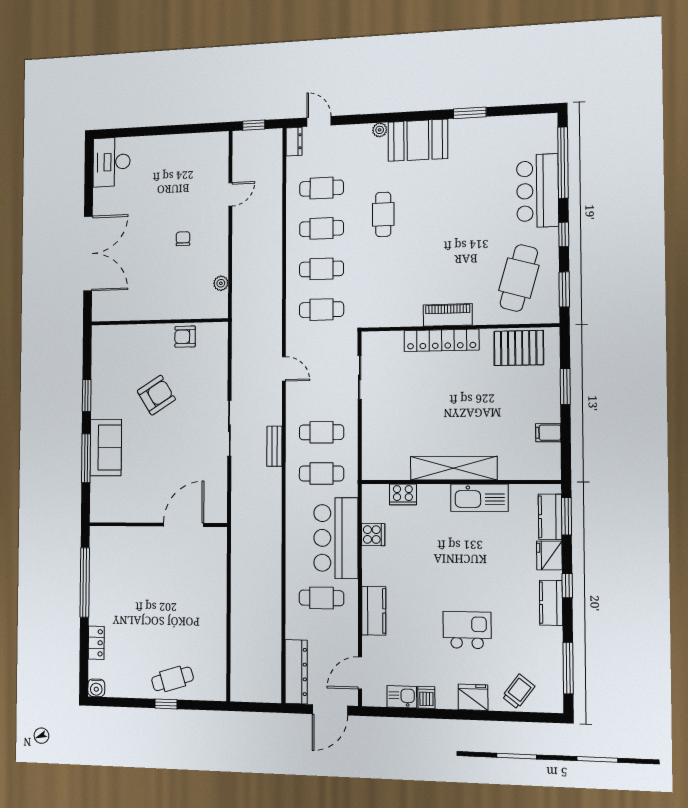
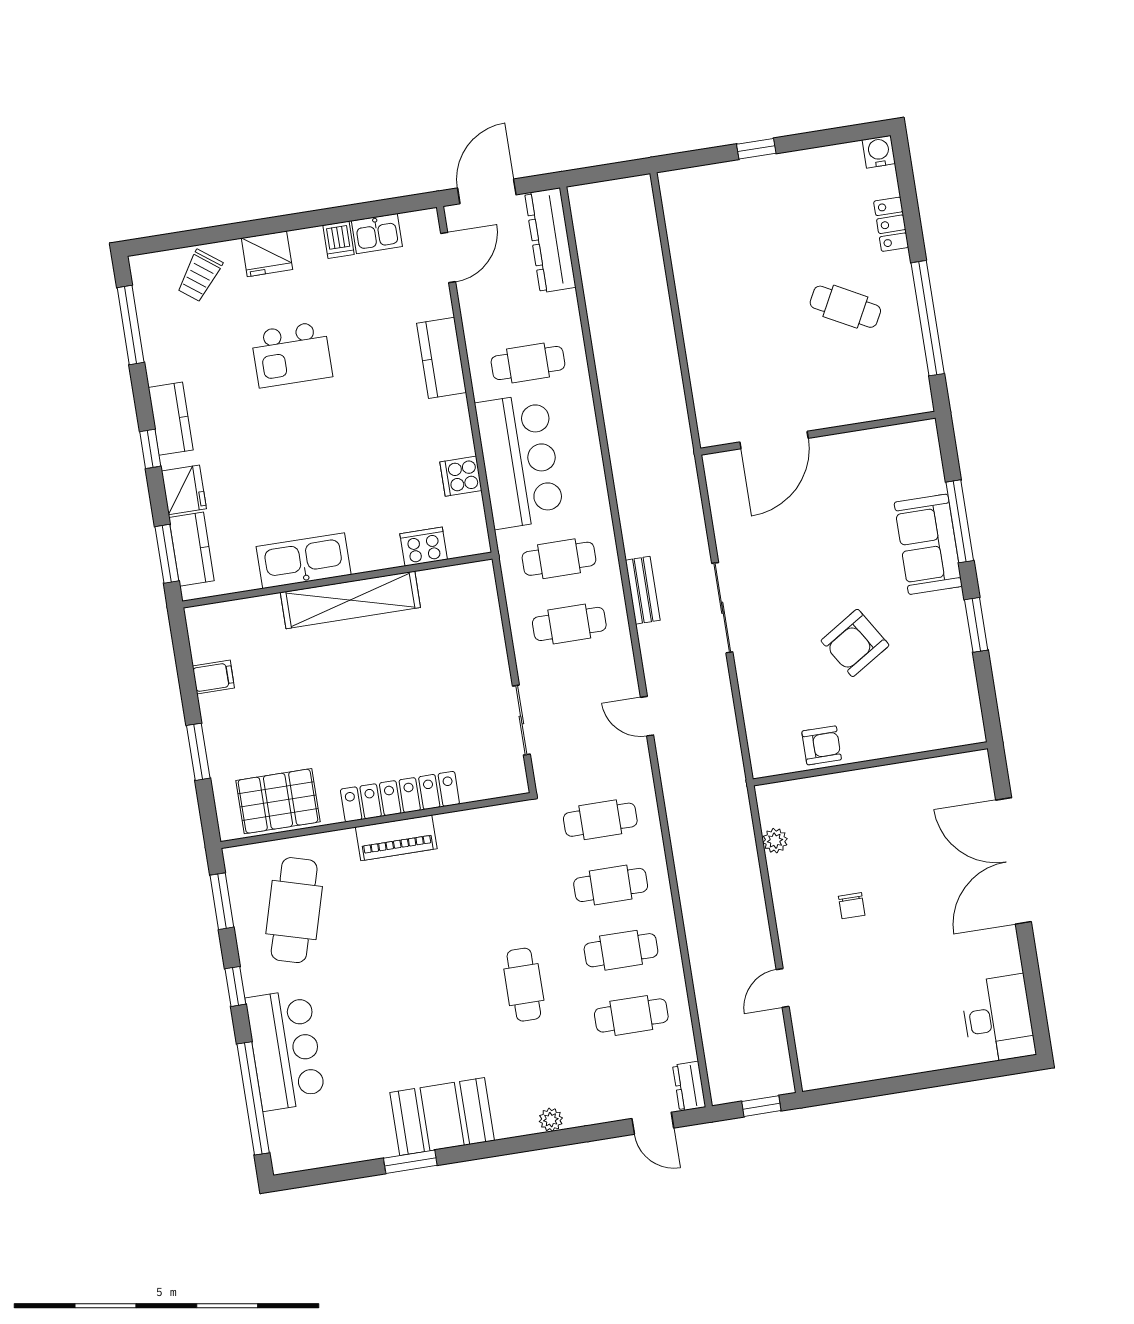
booth: (418, 140) -> (442, 1117), moved
cafe table: (173, 679) -> (845, 307), moved, turned 45

